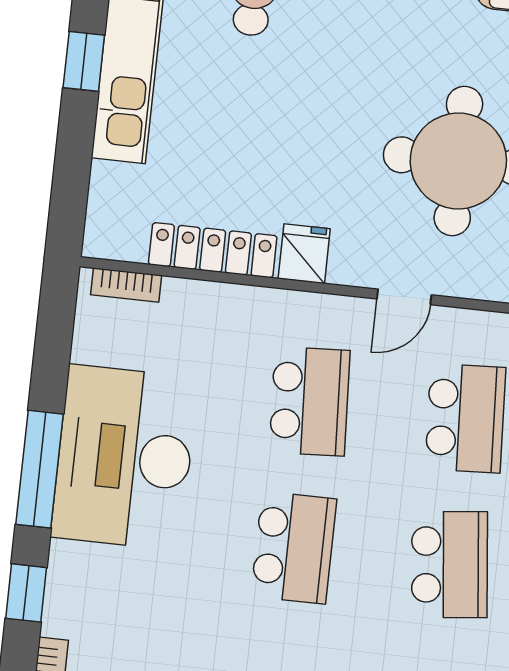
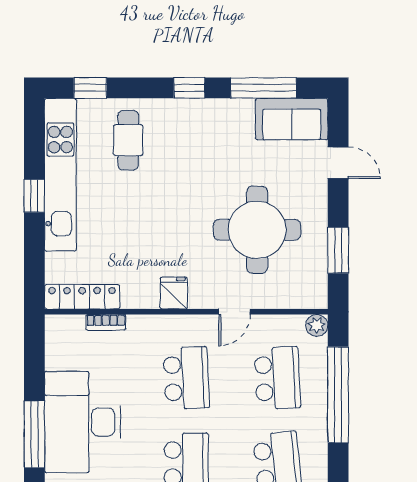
locker: (213, 250) -> (82, 297), moved
bookcase: (126, 285) -> (106, 322), moved

